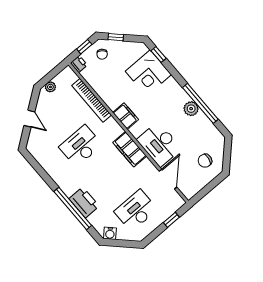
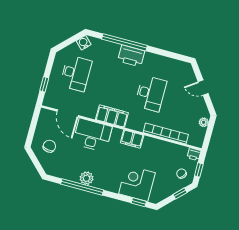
printer: (84, 202) -> (131, 56), moved

